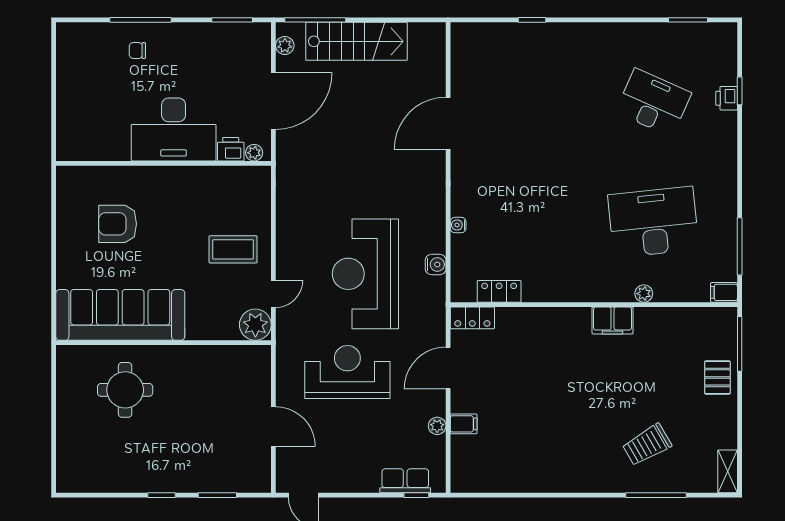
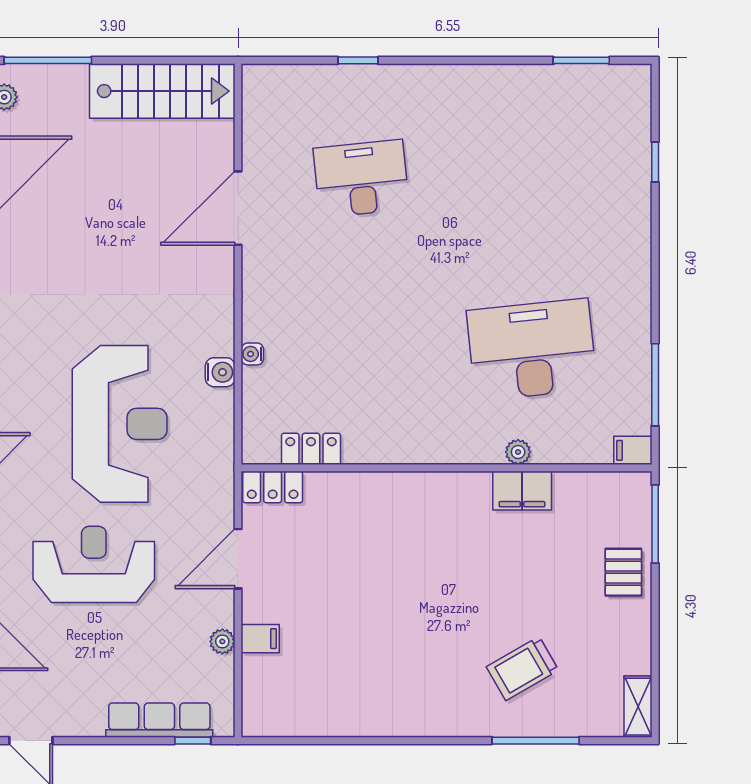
stairs: (356, 41) -> (162, 91), moved
printer: (727, 98) -> (636, 173), removed
desk: (653, 102) -> (361, 179), moved, turned -30
water cooler: (436, 265) -> (220, 372), moved
reception desk: (365, 274) -> (120, 424), turned 180
filing cabinet: (613, 320) -> (522, 491), moved
row of seats: (405, 481) -> (159, 720), width x1.48

